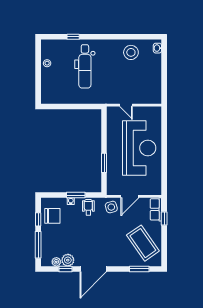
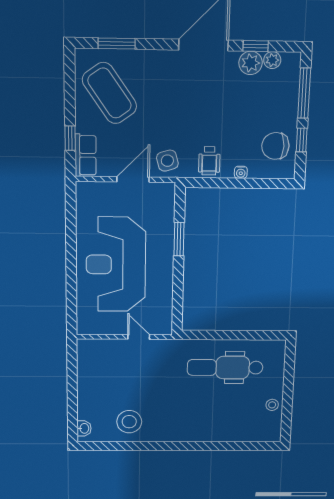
window: (73, 37) -> (226, 446), removed
dental chair: (85, 66) -> (225, 368), moved, turned -90
window: (76, 195) -> (231, 183), removed

